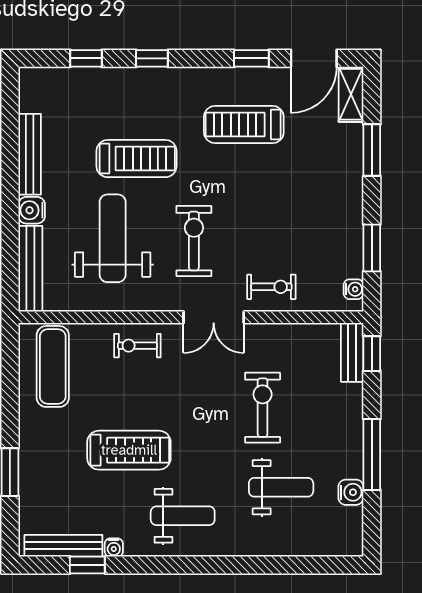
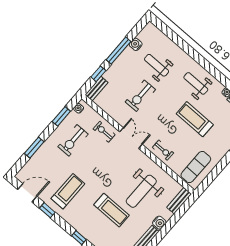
shelving: (351, 94) -> (25, 171), removed
treadmill: (244, 125) -> (68, 191), turned -90
treadmill: (136, 159) -> (112, 210), turned 180
exercise bike: (194, 241) -> (73, 140), moved
bench: (30, 269) -> (179, 201), width x0.73
window: (372, 354) -> (98, 74), moved

